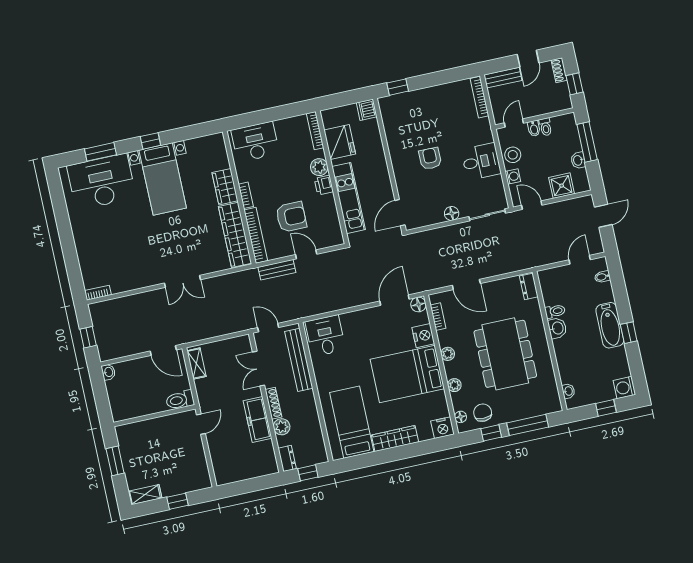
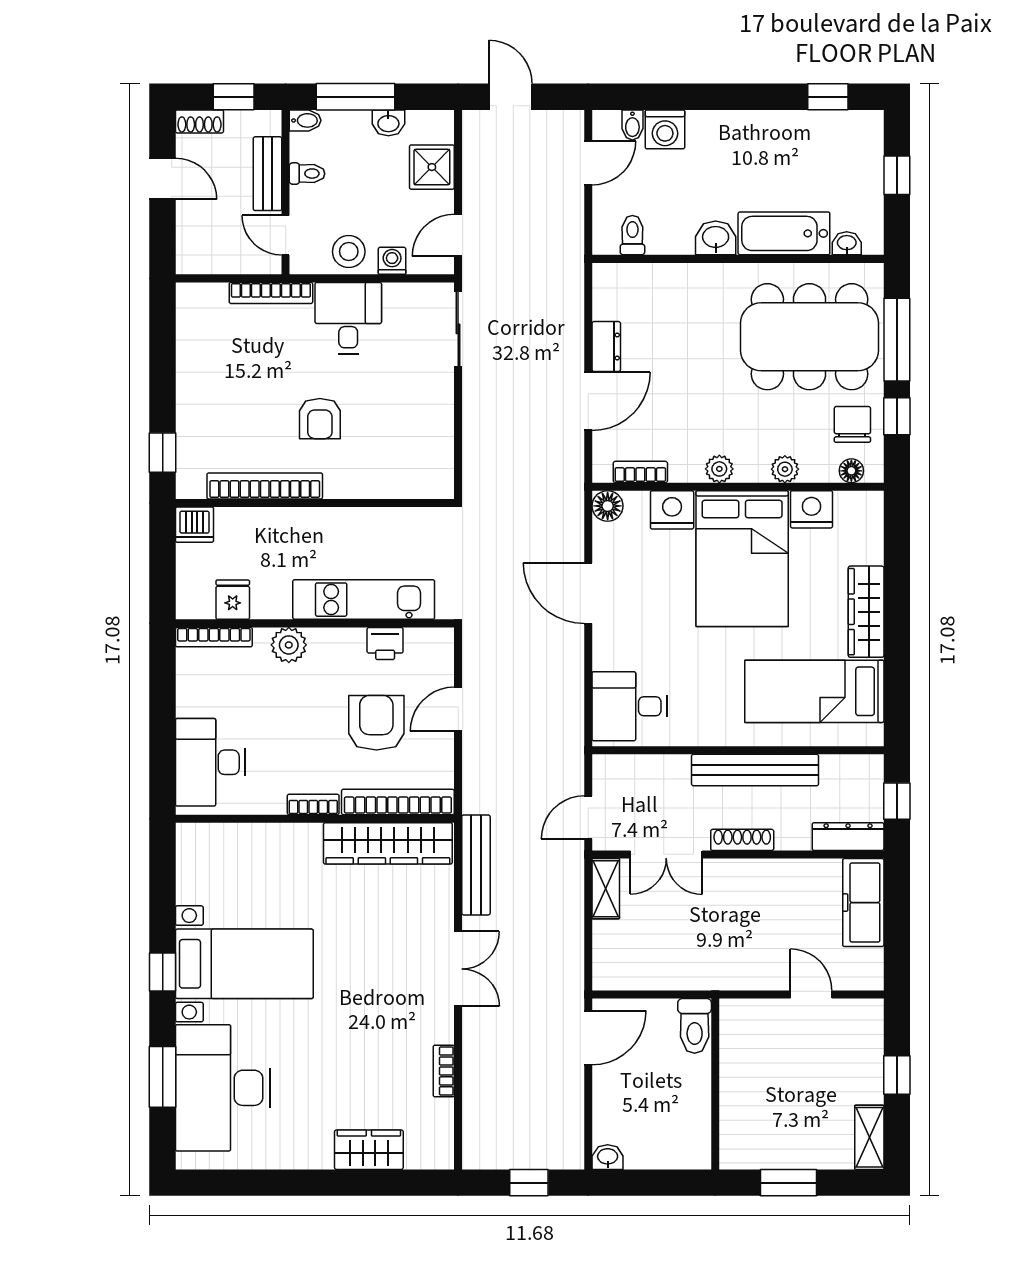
bench: (503, 78) -> (268, 174), moved
bookcase: (479, 97) -> (271, 293), moved
bidet: (534, 128) -> (305, 120), moved
bookcase: (392, 139) -> (265, 486), added
fridge: (340, 142) -> (233, 600), width x0.53, depth x0.75
armchair: (430, 158) -> (320, 419), turned -90
printer: (324, 185) -> (385, 644), moved
wardrobe: (225, 187) -> (369, 1150), moved, turned 180
door: (400, 213) -> (415, 503), removed
floor lamp: (452, 213) -> (440, 400), removed
door: (580, 260) -> (588, 163), swing flipped
bench: (277, 270) -> (476, 865), moved, width x1.36
dresser: (529, 286) -> (606, 347), moved, turned -90
bookcase: (98, 293) -> (444, 1071), moved
door: (395, 300) -> (588, 593), moved
toilet: (555, 311) -> (632, 235), moved
bathtub: (610, 325) -> (784, 233), moved, turned 180
window: (629, 333) -> (828, 97), moved
dining table: (505, 354) -> (809, 337), moved
bench: (299, 360) -> (755, 770), moved
shelving: (196, 364) -> (606, 889), moved, turned 90
washing machine: (624, 388) -> (665, 129), moved
chair: (483, 413) -> (852, 424), turned 90
freezer: (258, 419) -> (863, 903), moved, turned 90
door: (201, 424) -> (811, 994), moved
plant: (282, 427) -> (793, 834), removed
nightstand: (443, 428) -> (812, 509), moved, turned -90
dresser: (287, 458) -> (848, 837), width x1.44

